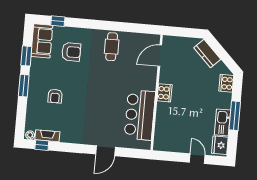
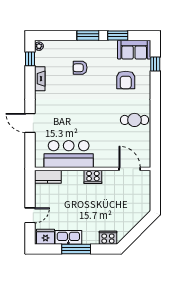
kitchen counter: (207, 53) -> (48, 177), moved, turned -135
fireplace: (47, 136) -> (40, 79), moved

